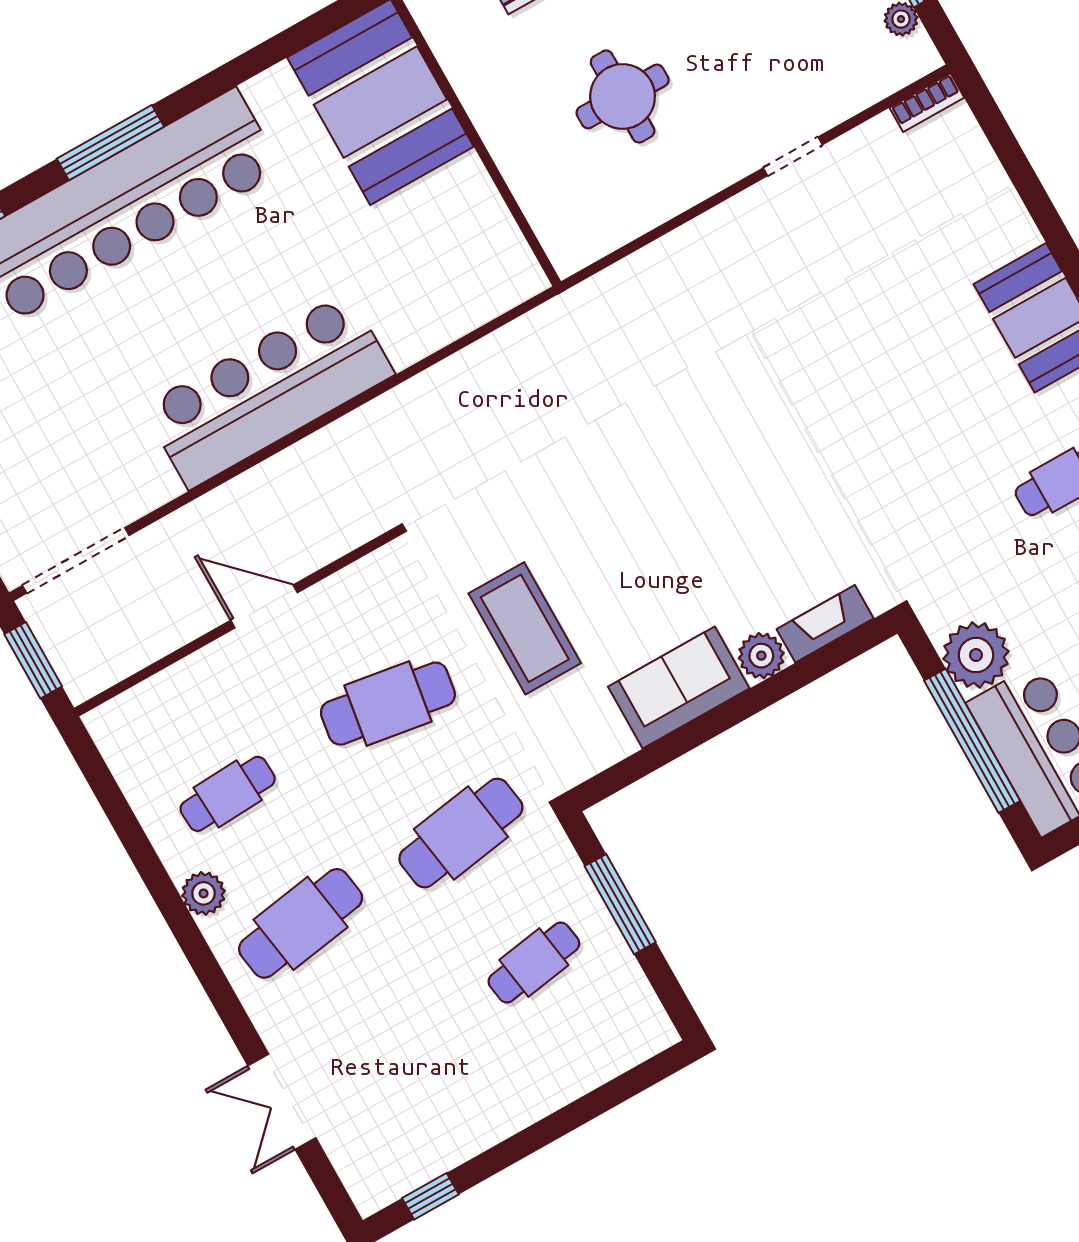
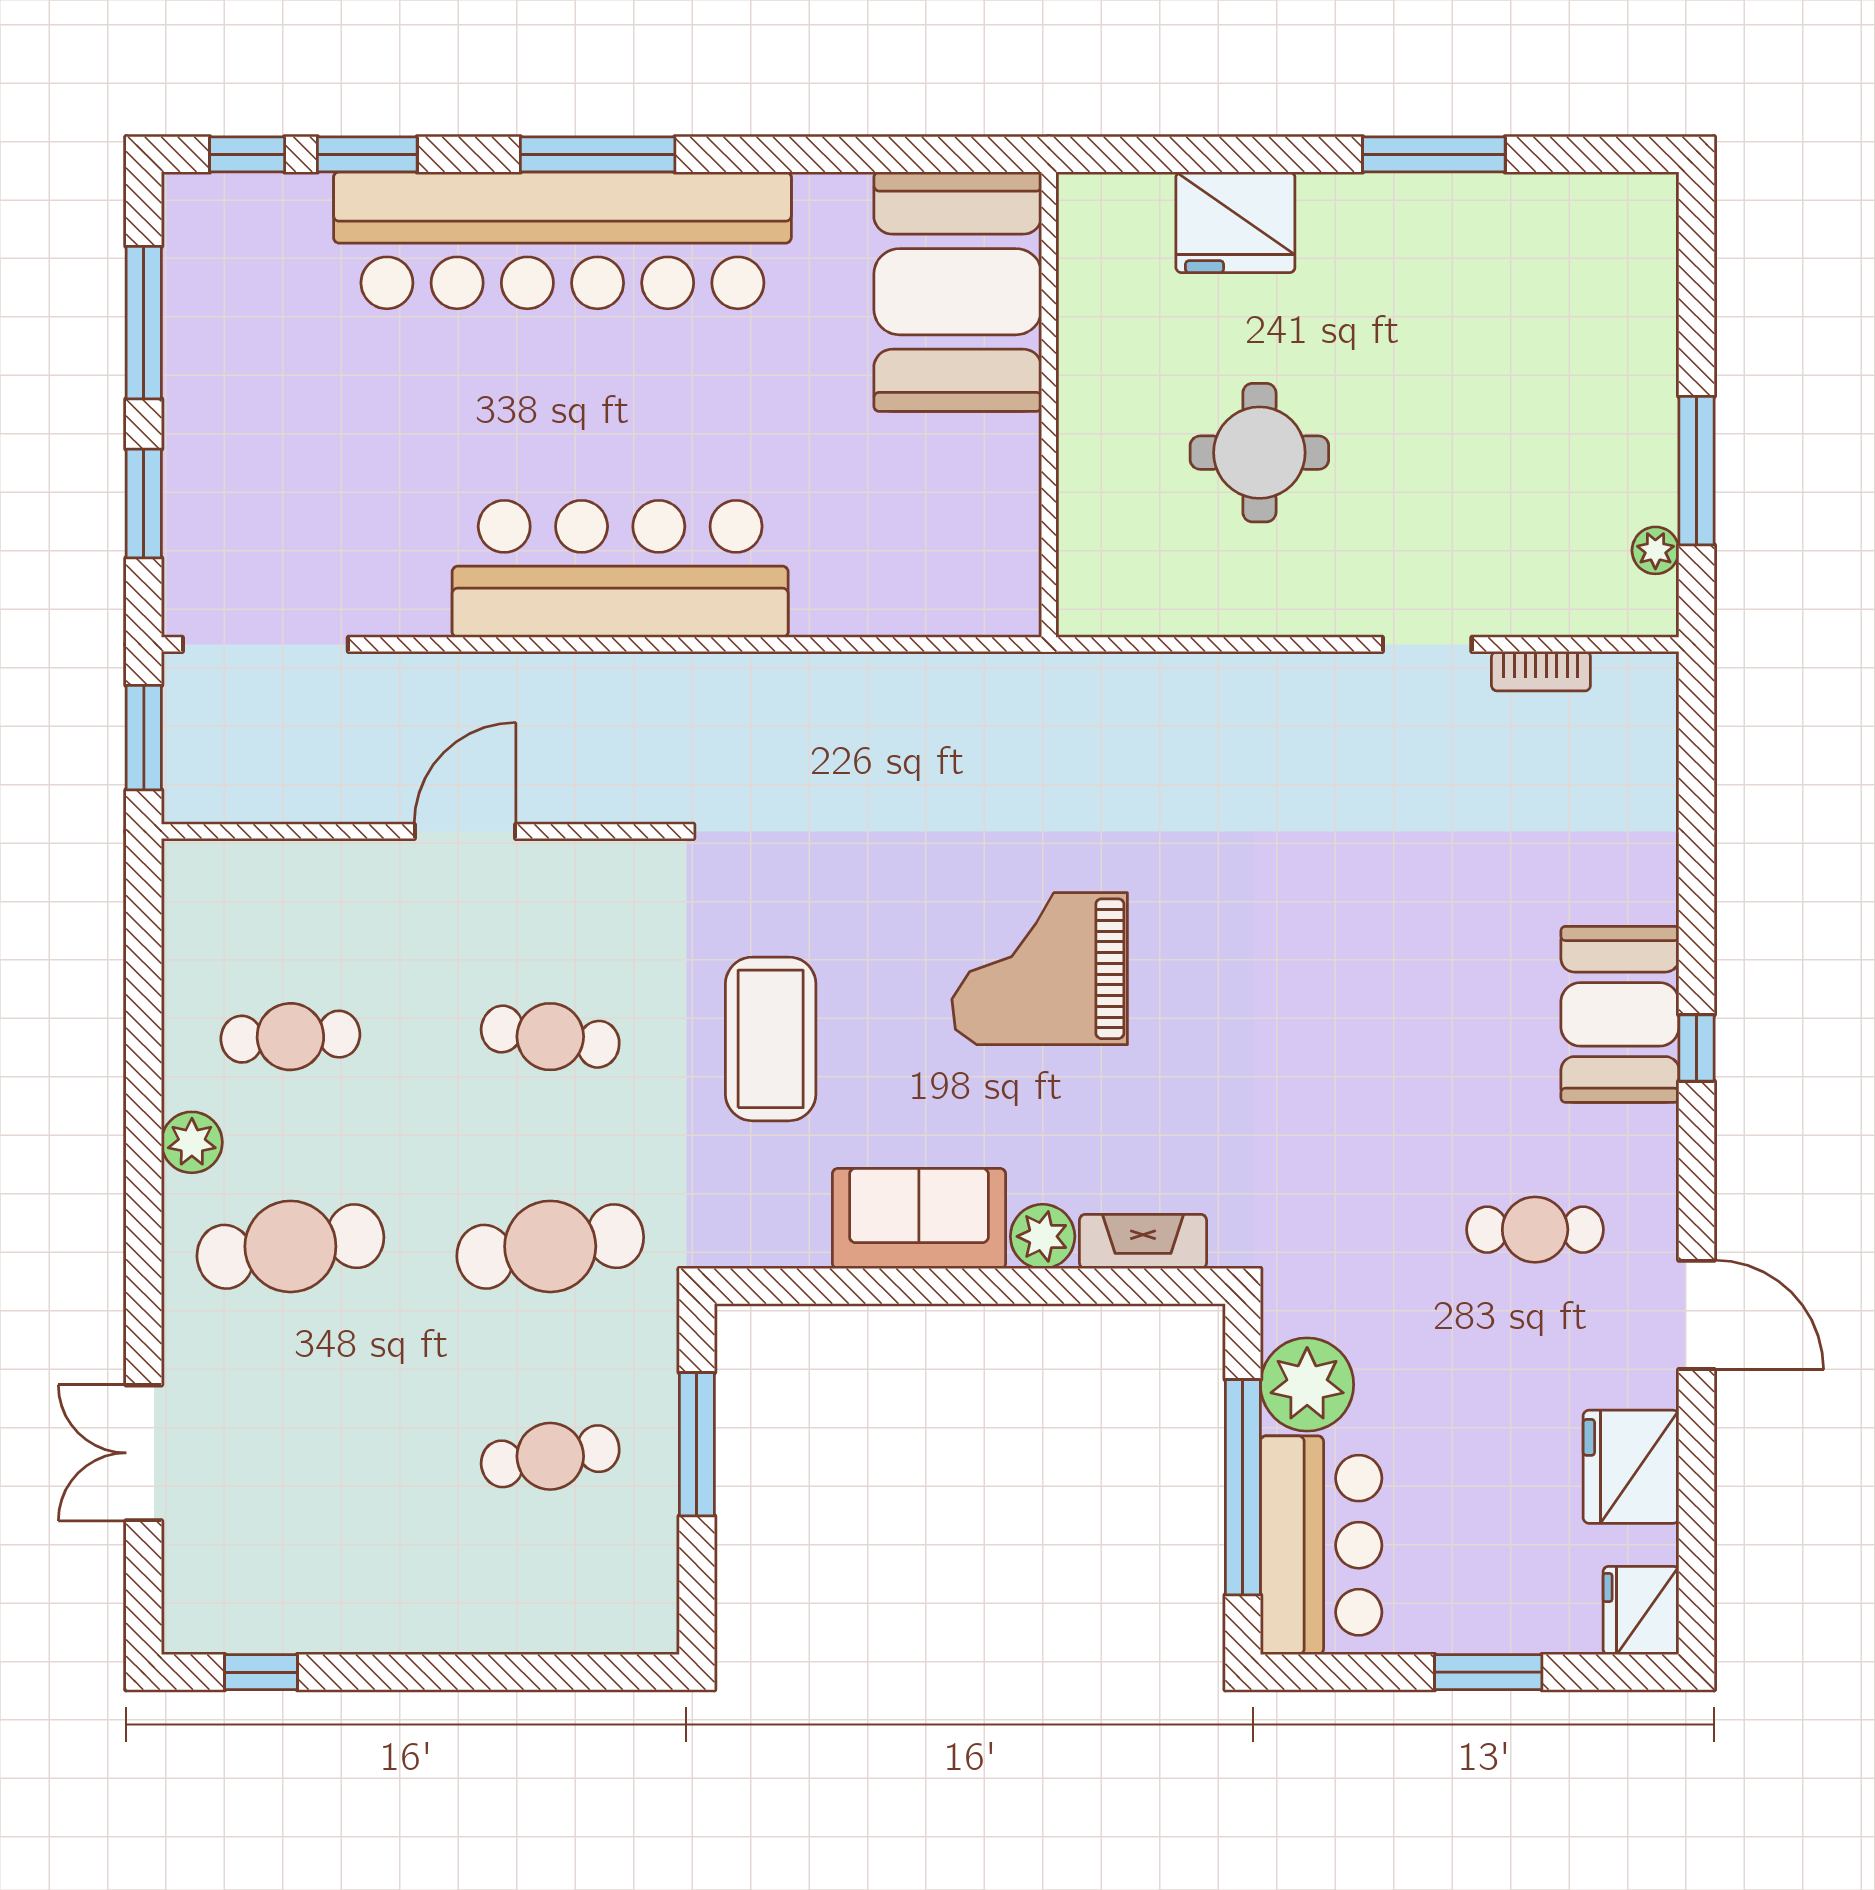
bookcase: (927, 103) -> (1541, 671), moved
grand piano: (666, 491) -> (1040, 969), added
door: (264, 606) -> (465, 831), hinge flipped
cafe table: (388, 704) -> (550, 1037), width x0.73, depth x0.74

